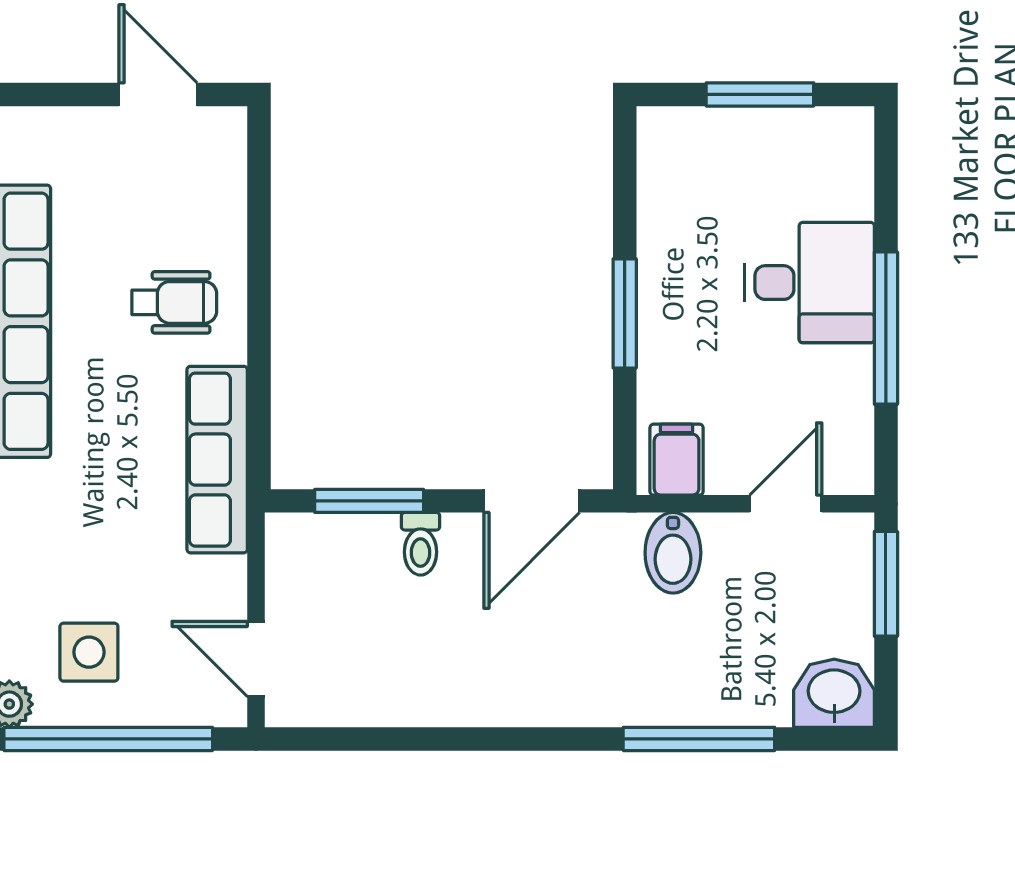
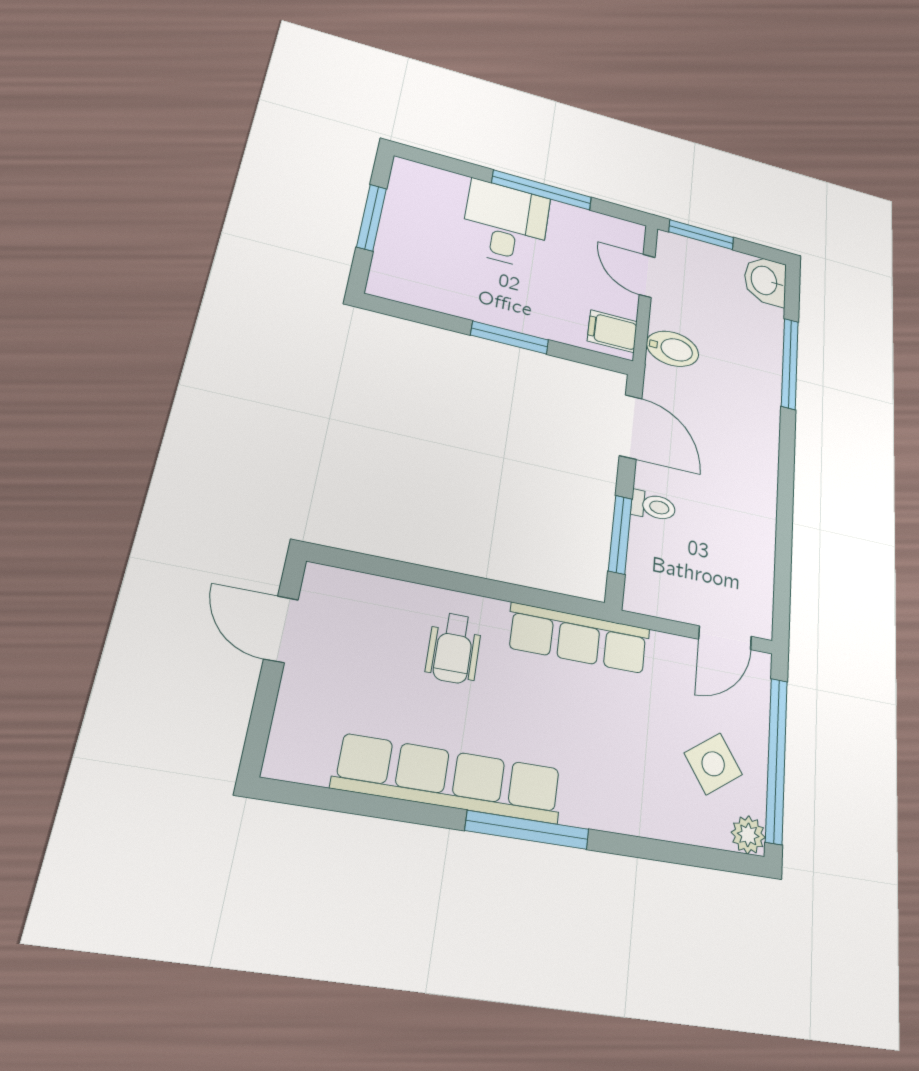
door: (158, 94) -> (281, 629), hinge flipped
wheelchair: (174, 302) -> (454, 648), turned 180
side table: (89, 652) -> (713, 764), turned -35

